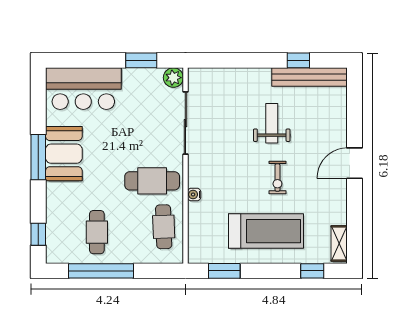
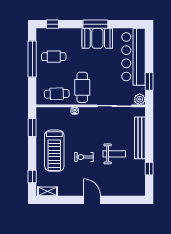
bench: (310, 77) -> (140, 138), moved
bar counter: (83, 89) -> (133, 57), width x1.36

